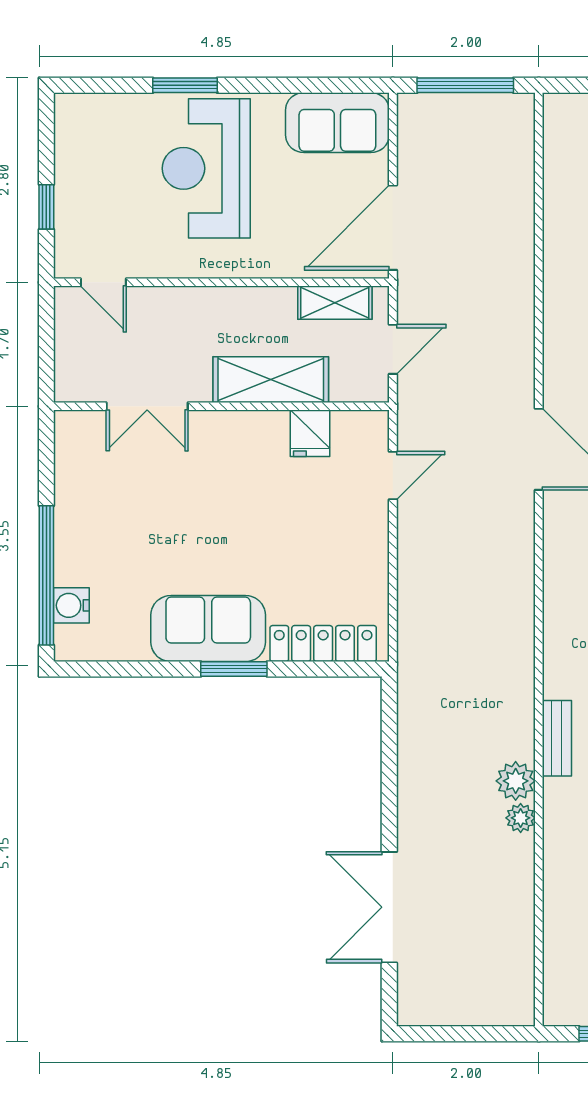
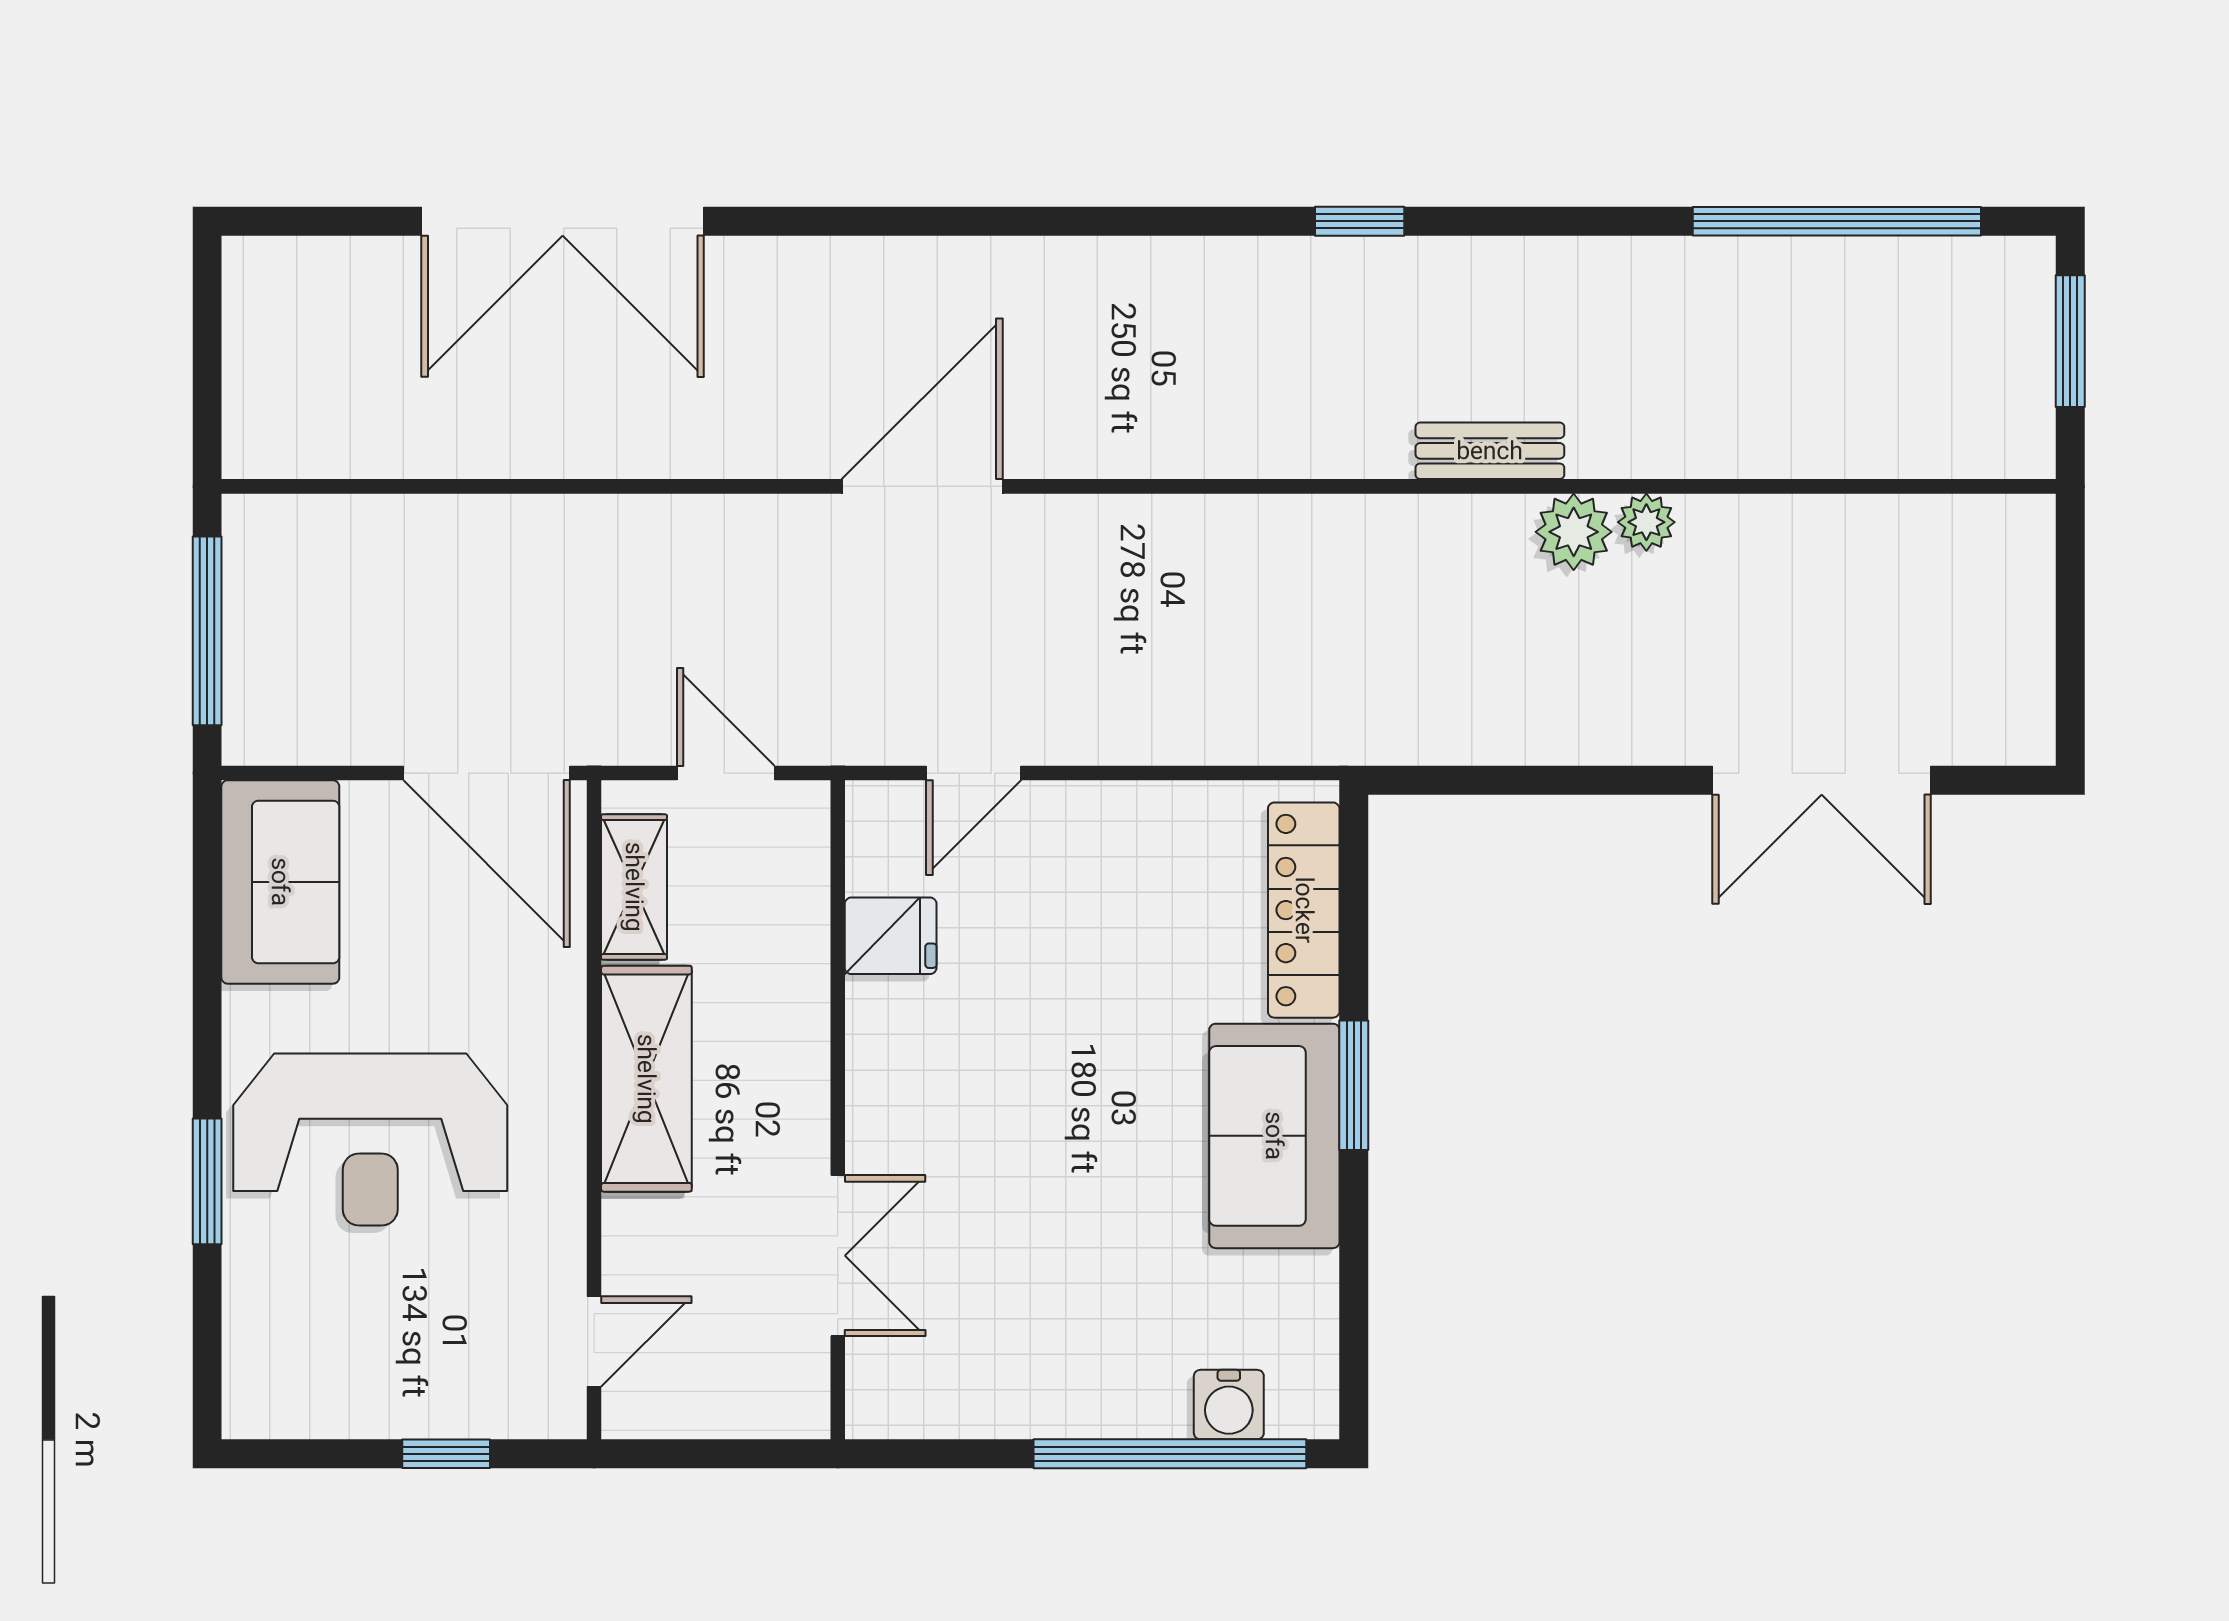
shelving: (271, 380) -> (646, 1079), moved
door: (393, 476) -> (974, 773), swing flipped

